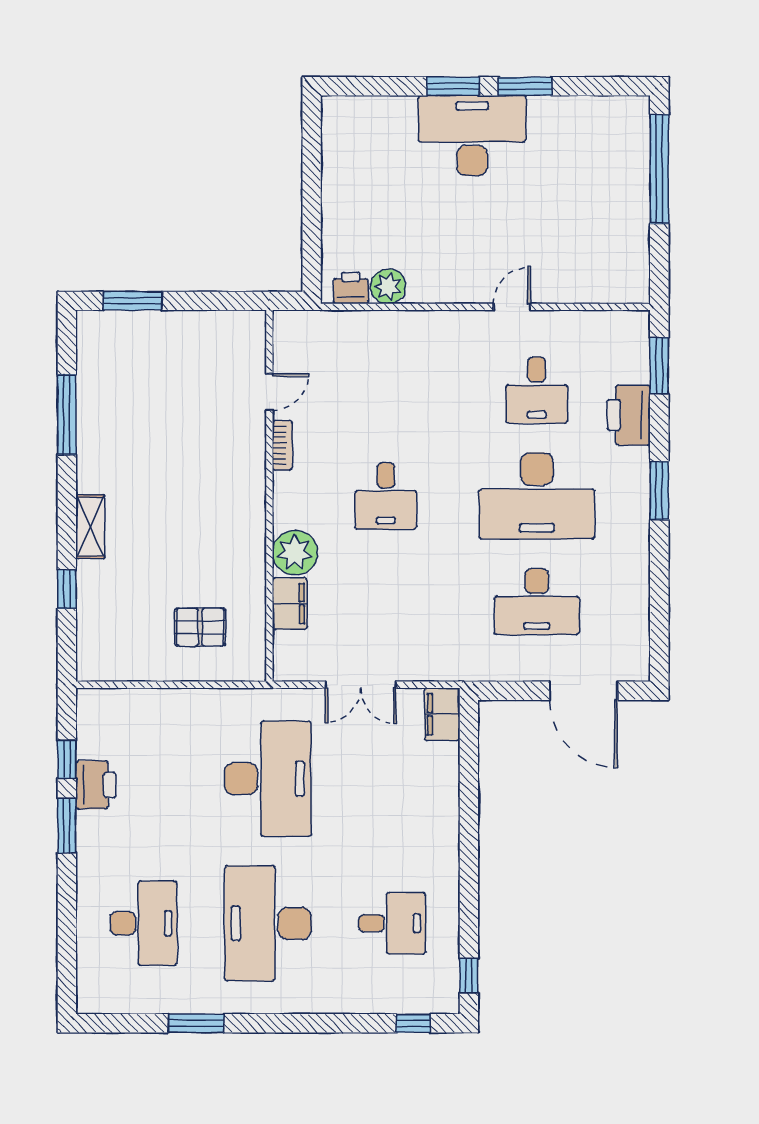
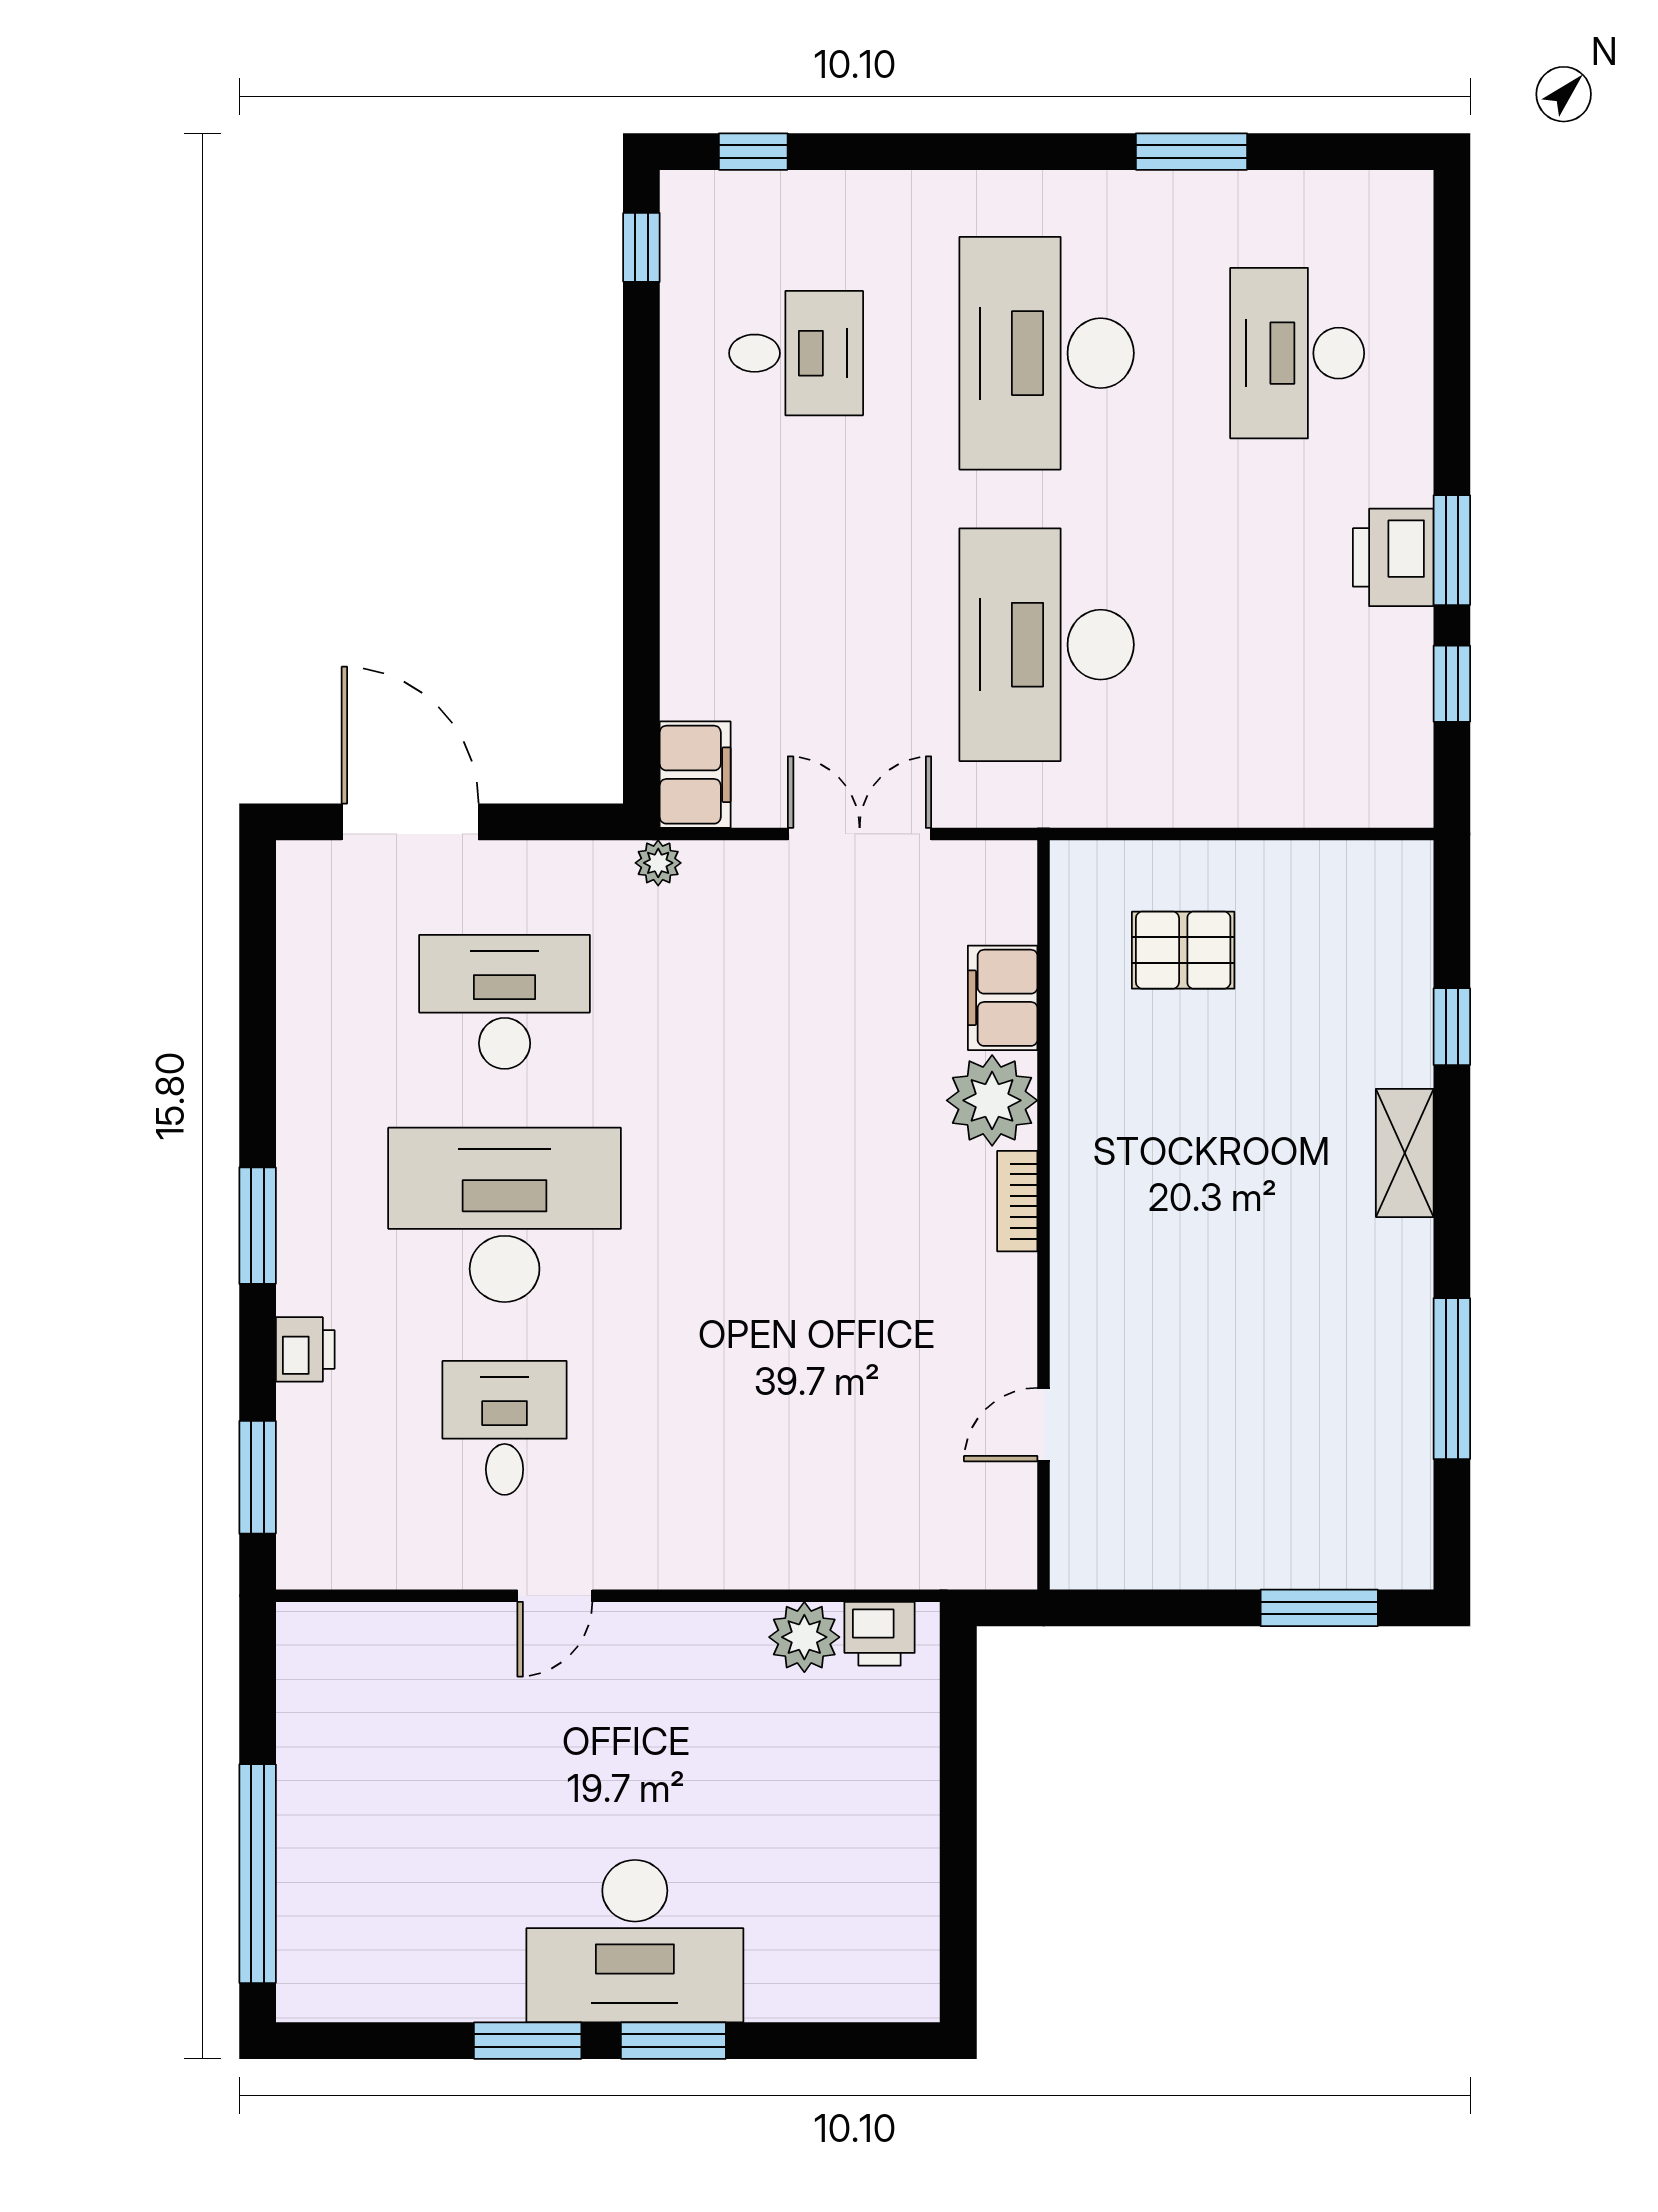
printer: (629, 415) -> (305, 1349), width x0.53, depth x0.68
bookcase: (282, 445) -> (1017, 1201), moved
desk: (386, 496) -> (809, 1215), removed
plant: (461, 670) -> (658, 863), added
printer: (96, 785) -> (1393, 557), moved
desk: (268, 923) -> (1047, 353), turned 180
desk: (392, 923) -> (796, 353), turned 180

